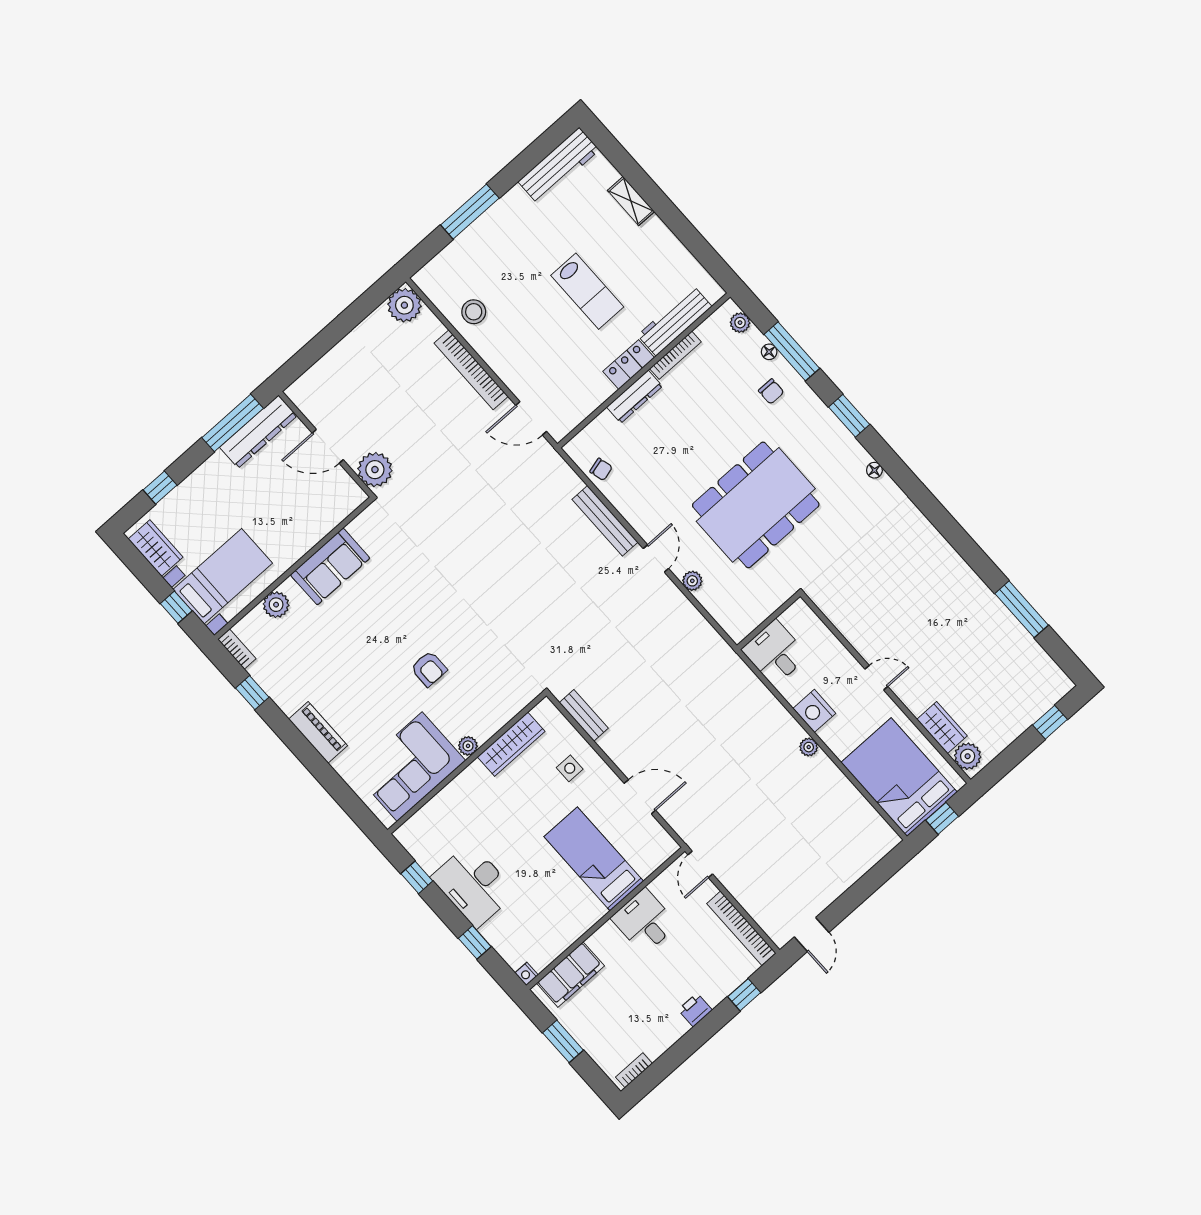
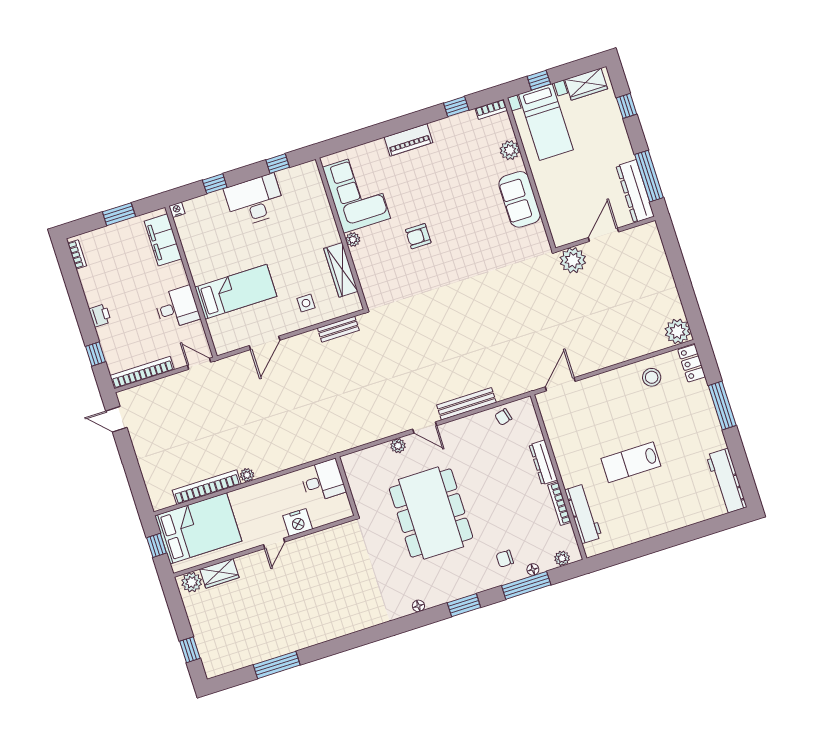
shelving: (631, 201) -> (680, 520), removed
locker: (629, 365) -> (692, 363), moved, turned 180
bookcase: (471, 370) -> (207, 487), moved
nightstand: (814, 711) -> (298, 522), moved, turned 180

